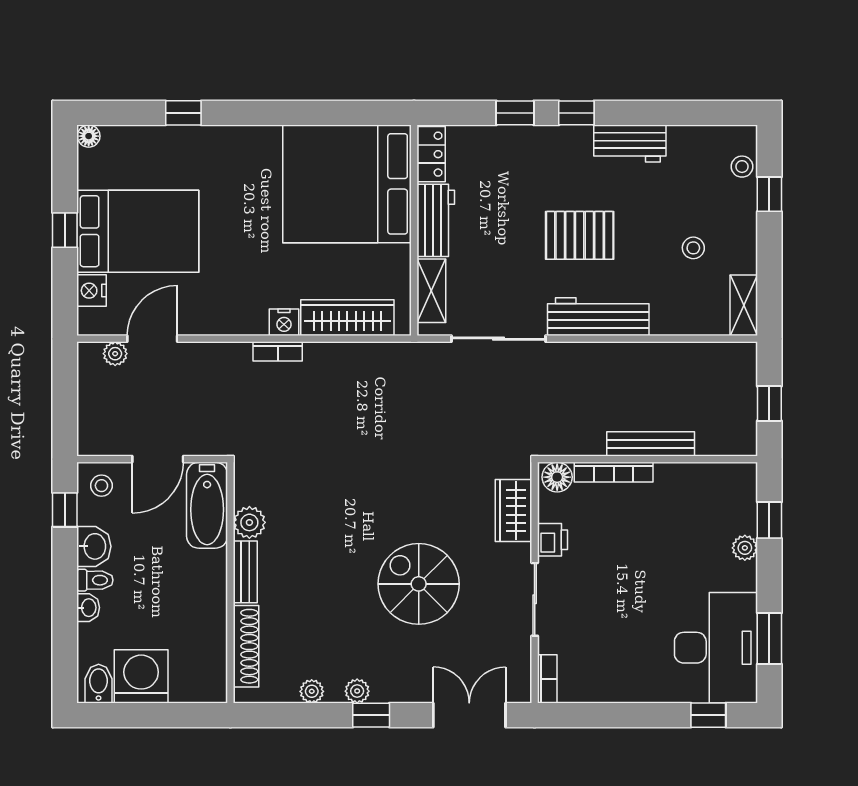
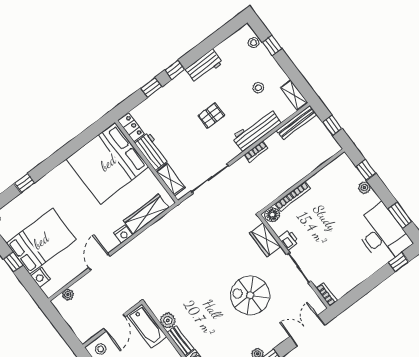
pallet: (580, 235) -> (211, 116), width x0.67, depth x0.71
workbench: (598, 317) -> (257, 130), moved
door: (152, 339) -> (99, 262), moved
bookcase: (278, 351) -> (256, 152), moved
bench: (651, 444) -> (297, 122), moved

